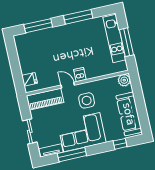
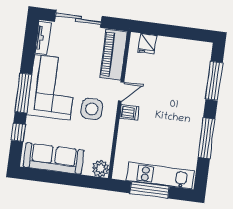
sliding door: (30, 131) -> (78, 19), width x1.37
window: (72, 155) -> (23, 93), moved

